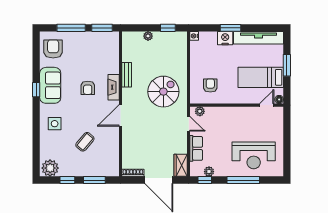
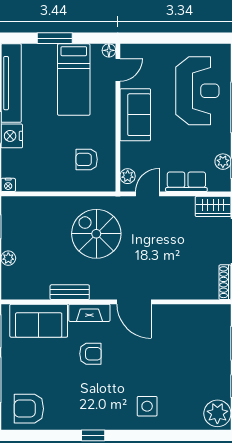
sofa: (50, 85) -> (39, 321), moved, turned 180
door: (267, 105) -> (118, 70), swing flipped
sofa: (239, 116) -> (135, 115), added
coffee table: (85, 142) -> (176, 358), removed

